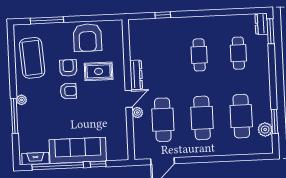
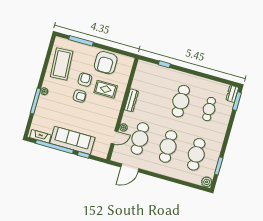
cafe table: (199, 55) -> (181, 101), width x1.37, depth x1.35
door: (129, 99) -> (114, 137), moved
plant: (265, 129) -> (207, 182), moved

